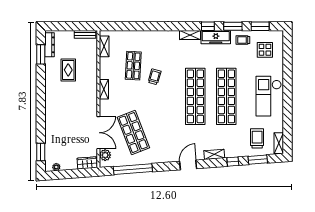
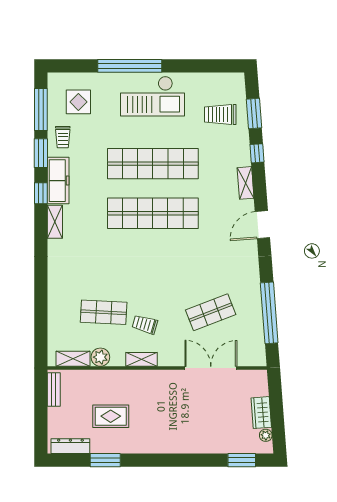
window: (260, 26) -> (41, 109), width x1.44
window: (41, 54) -> (105, 460), moved
trolley: (155, 77) -> (145, 324), moved
window: (288, 82) -> (130, 66), added
shop shelf: (133, 133) -> (211, 312), width x0.70, depth x0.74
shelving: (279, 143) -> (228, 80), removed
plant: (105, 155) -> (100, 357), moved
wardrobe: (87, 163) -> (261, 413), moved
door: (188, 165) -> (262, 225), hinge flipped

